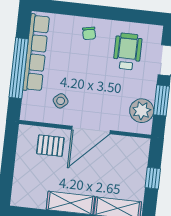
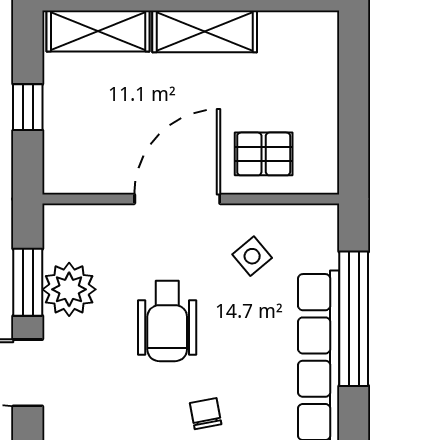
wheelchair: (128, 51) -> (167, 321), moved
plant: (142, 111) -> (69, 289), moved

